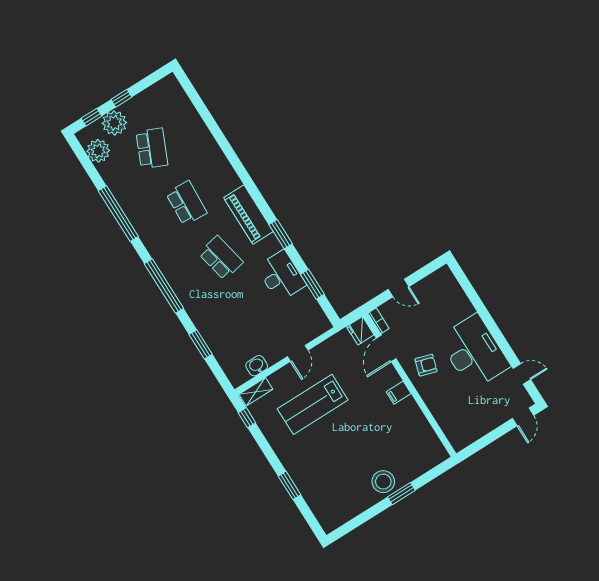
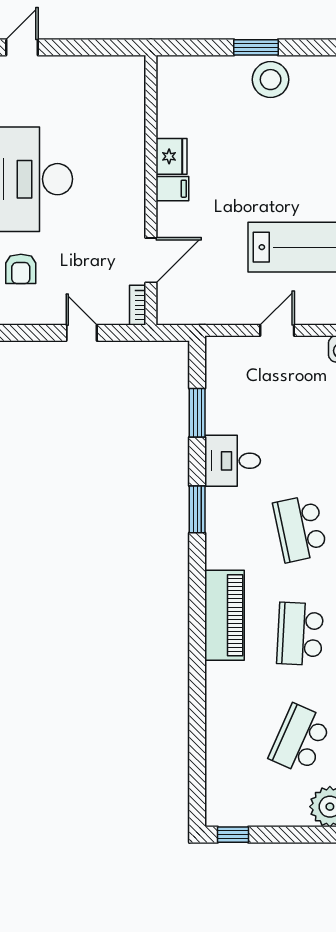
window: (121, 98) -> (233, 835), moved
piano: (249, 215) -> (225, 615), moved
desk: (281, 276) -> (233, 461), width x0.73
fridge: (360, 331) -> (171, 156), moved
armchair: (426, 365) -> (21, 269), moved, turned -107

